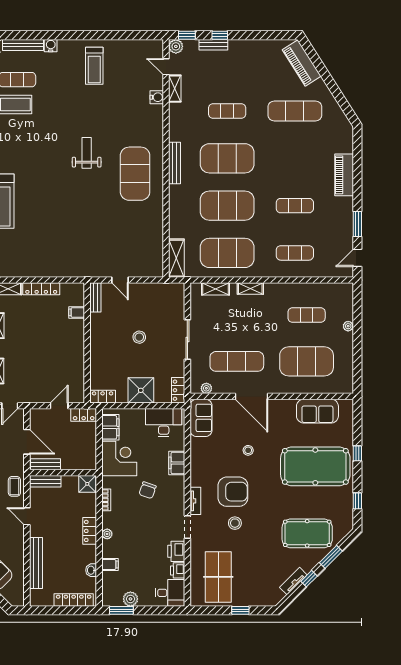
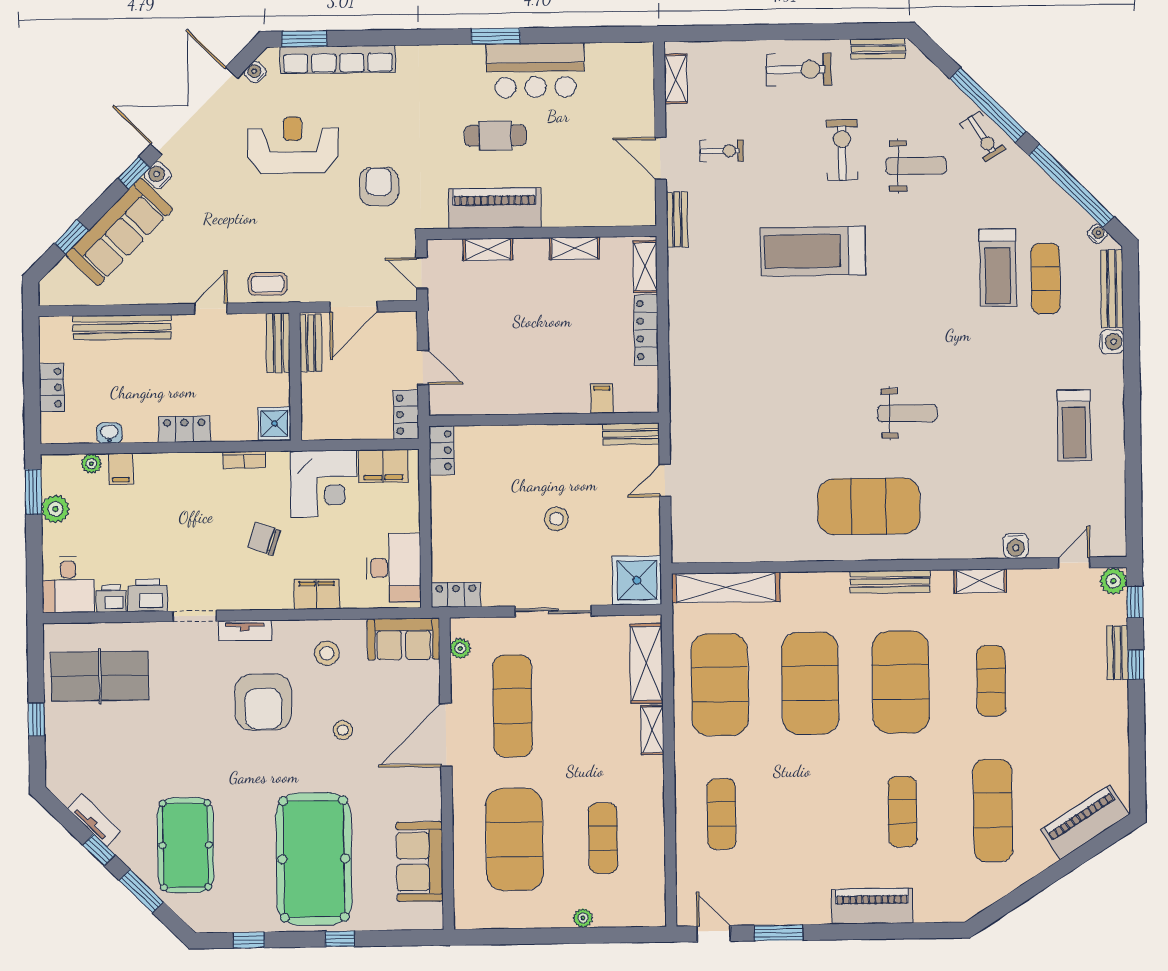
treadmill: (94, 66) -> (1074, 426), turned -90
shelving: (175, 89) -> (980, 581), moved
exercise mat: (295, 206) -> (902, 812), moved
shelving: (176, 258) -> (726, 587), width x1.47
shelving: (216, 289) -> (647, 663), width x1.50, depth x1.33
shower: (141, 390) -> (637, 580), moved
stool: (235, 523) -> (327, 653), moved
plant: (107, 534) -> (91, 464), moved
locker: (74, 600) -> (52, 388), width x0.66

